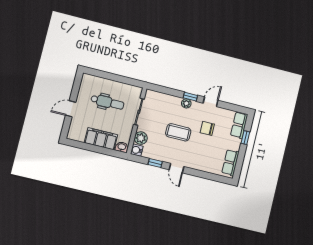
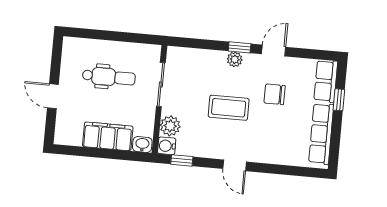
door: (71, 109) -> (53, 96), hinge flipped
window: (155, 163) -> (182, 160), moved
row of seats: (230, 163) -> (321, 134), width x1.48

